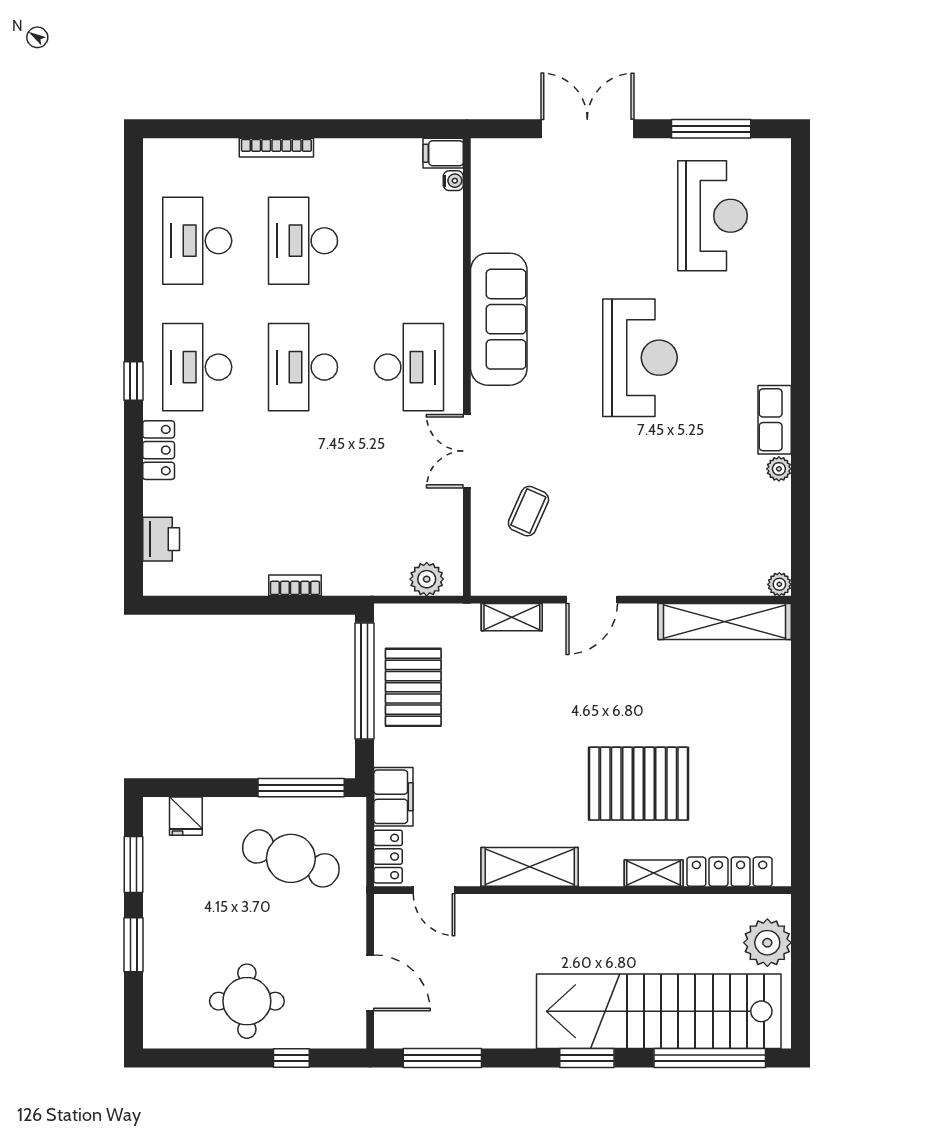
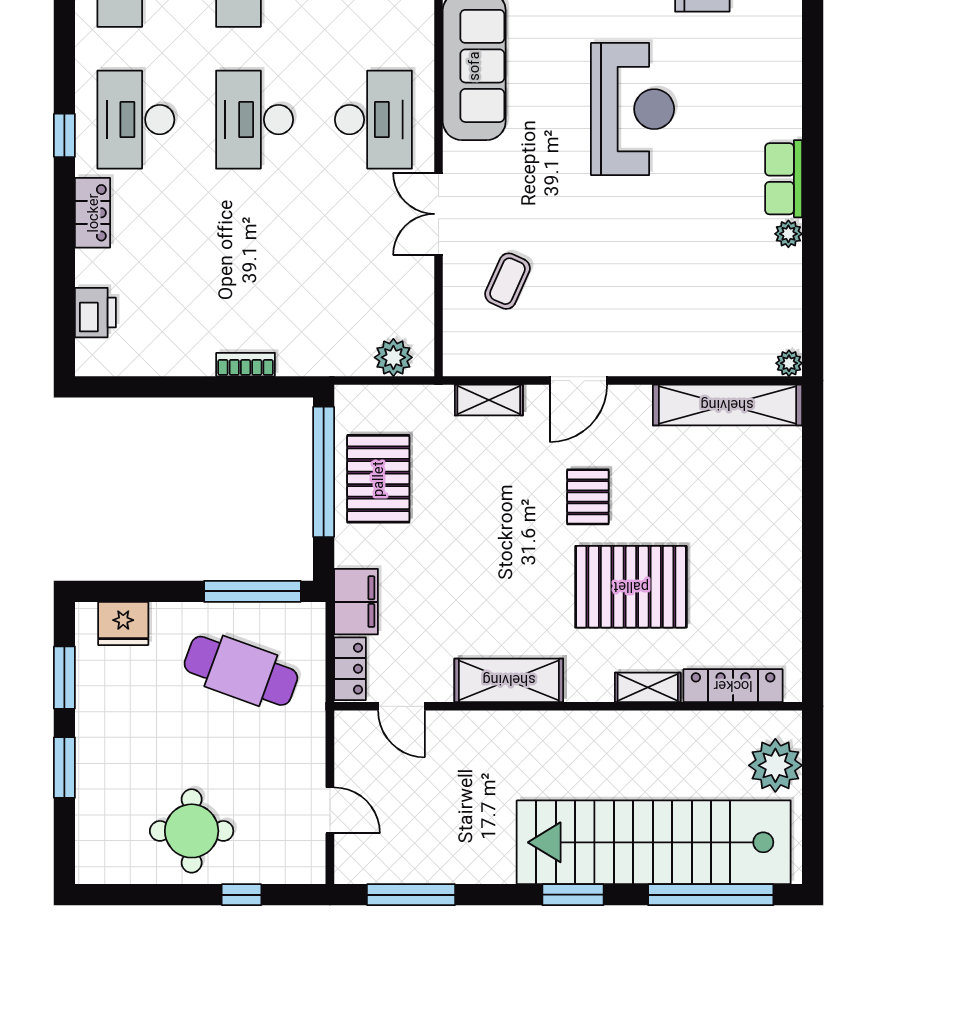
pallet: (600, 703) -> (588, 497), added
fridge: (186, 816) -> (123, 623), width x1.38
door: (370, 983) -> (330, 810), width x0.73

